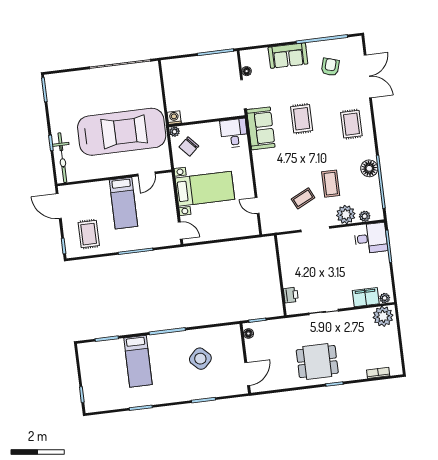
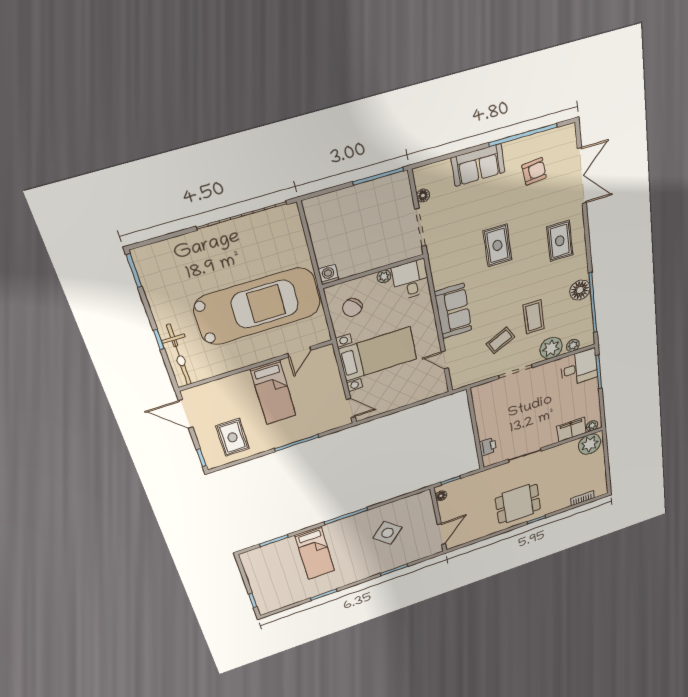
armchair: (330, 67) -> (534, 171), turned 68
sofa: (261, 128) -> (453, 311), moved
plant: (175, 132) -> (384, 276), moved

